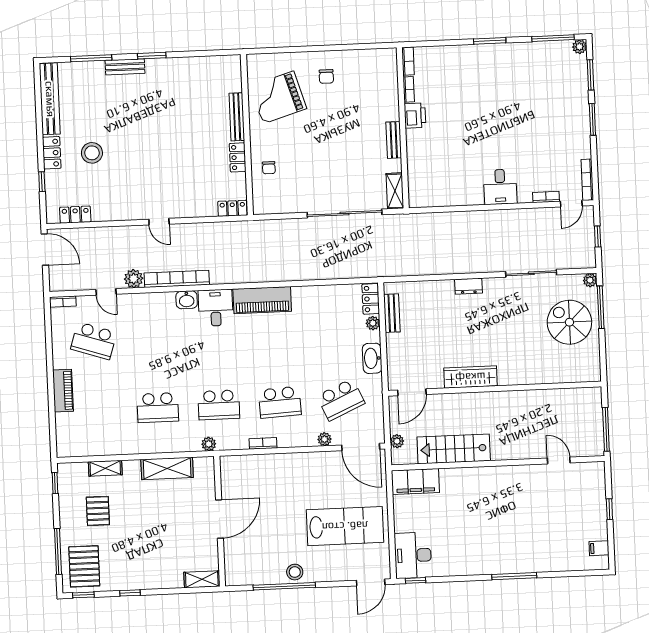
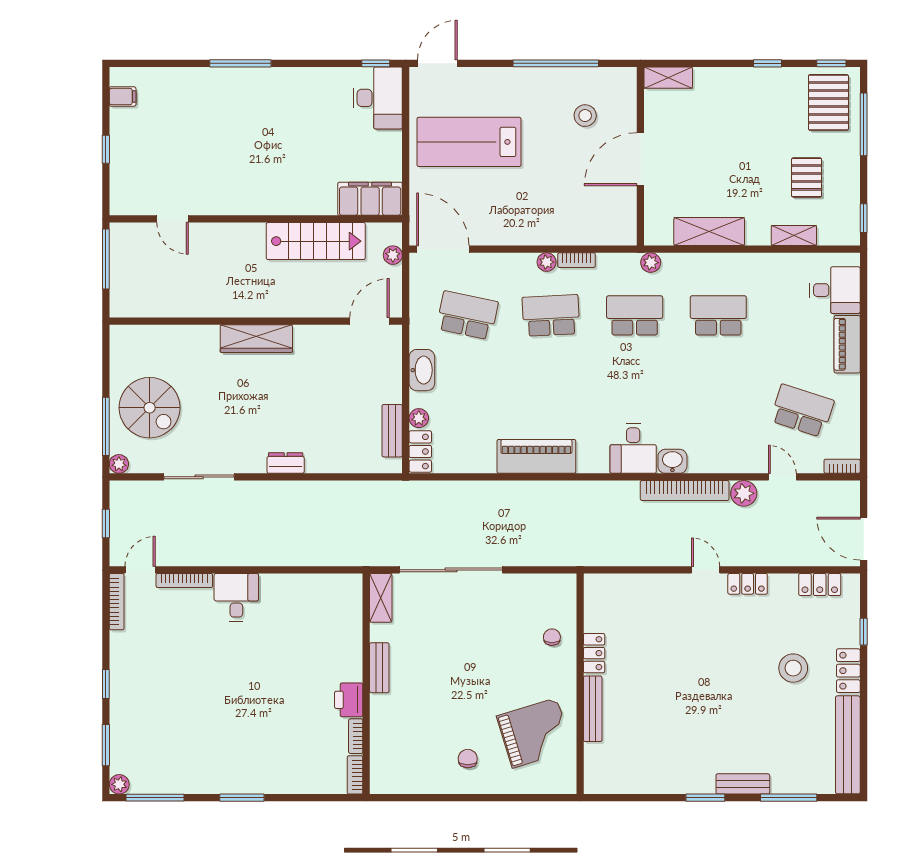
window: (592, 119) -> (106, 684), width x0.67
bookcase: (546, 197) -> (184, 581), width x1.56
locker: (232, 208) -> (748, 584), moved
piano: (262, 300) -> (536, 456), moved
wardrobe: (470, 377) -> (256, 339), moved
school desk: (341, 400) -> (467, 315), turned 36
desk: (74, 430) -> (835, 290), added
plant: (324, 439) -> (547, 262), moved
stool: (295, 572) -> (585, 116), moved

